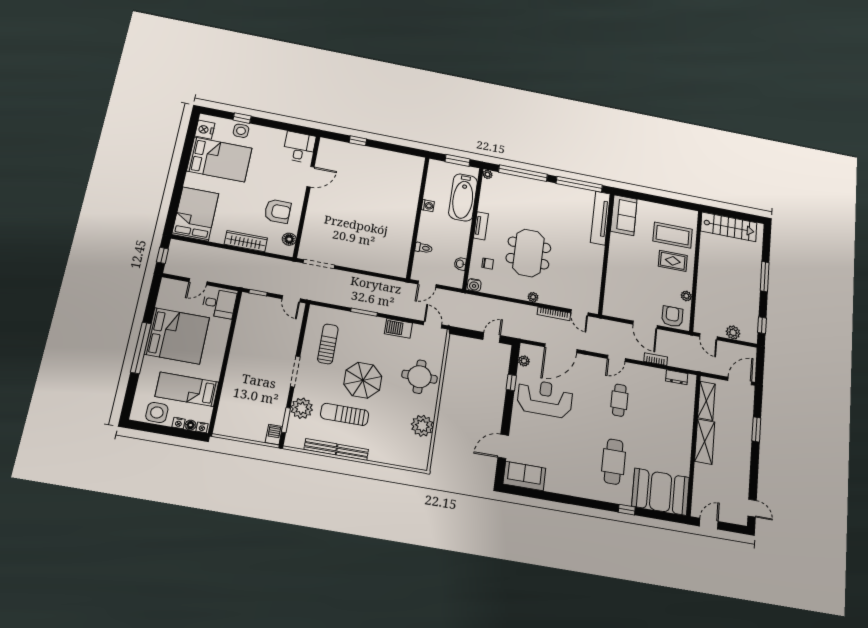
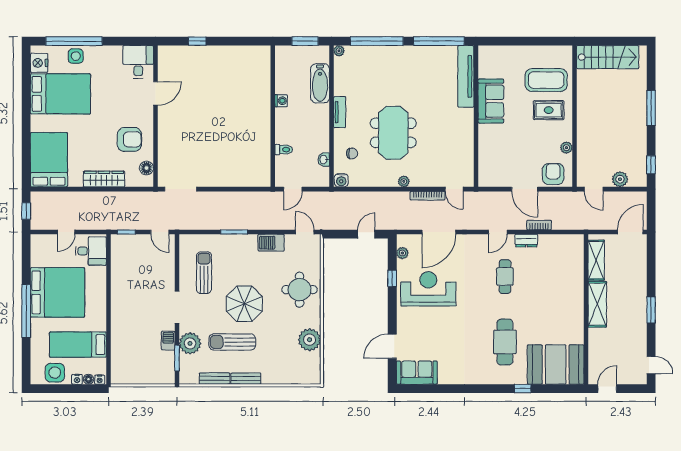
window: (242, 118) -> (74, 41), width x3.17
bathtub: (463, 197) -> (320, 83), width x0.73, depth x0.73
sofa: (624, 215) -> (491, 101), moved
dresser: (677, 377) -> (526, 241), moved
window: (756, 429) -> (651, 310), moved
barbecue: (274, 435) -> (168, 341), moved

